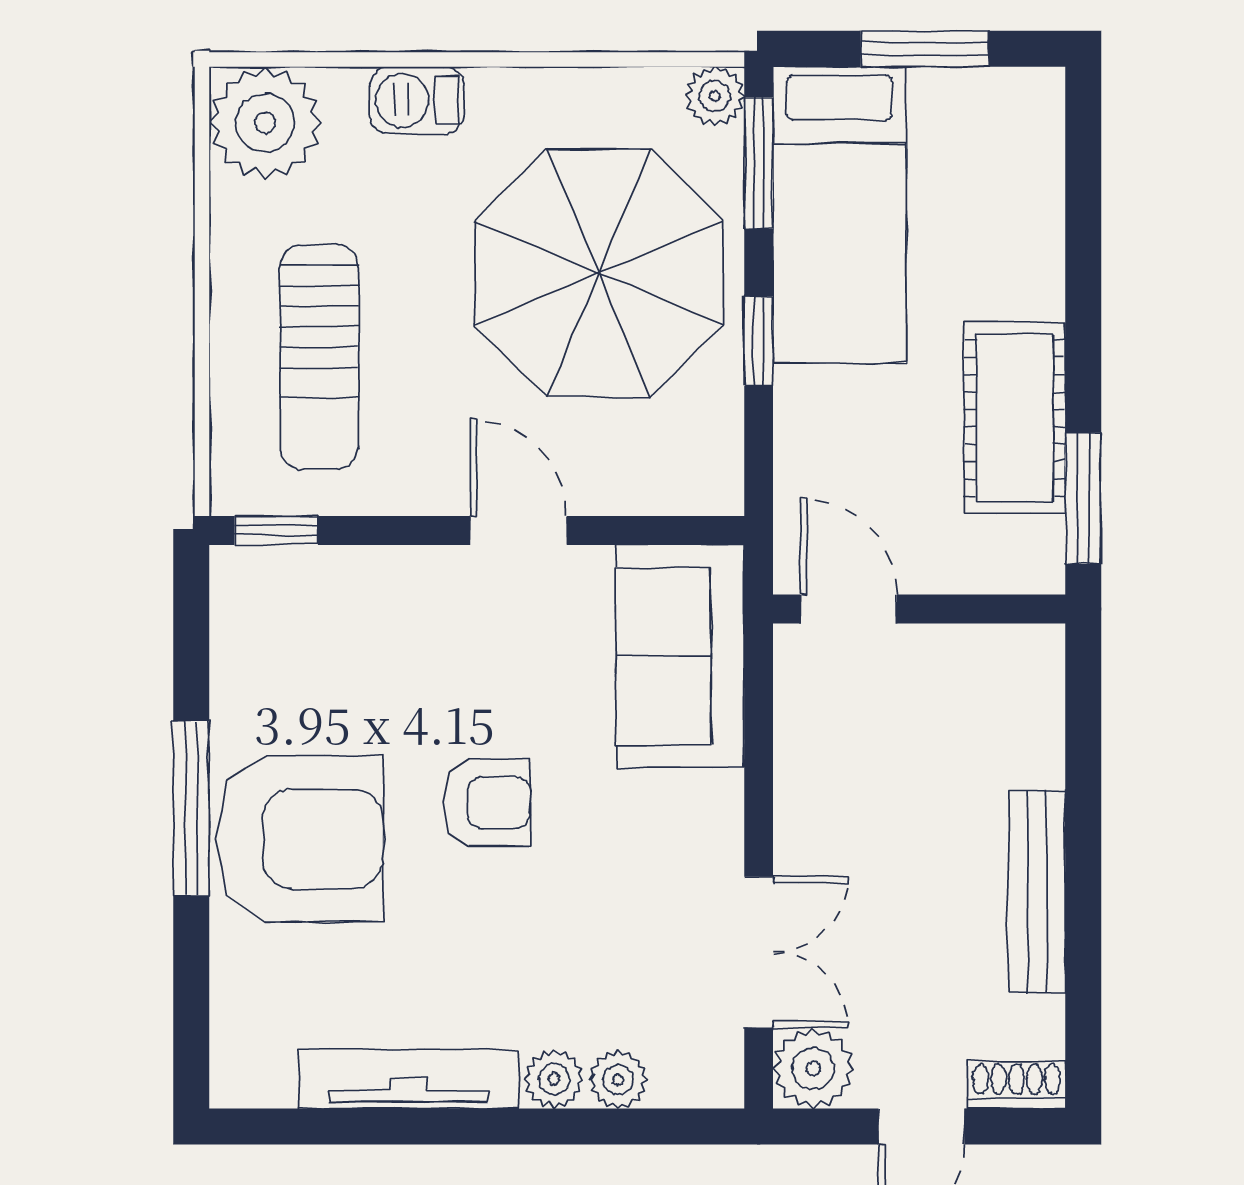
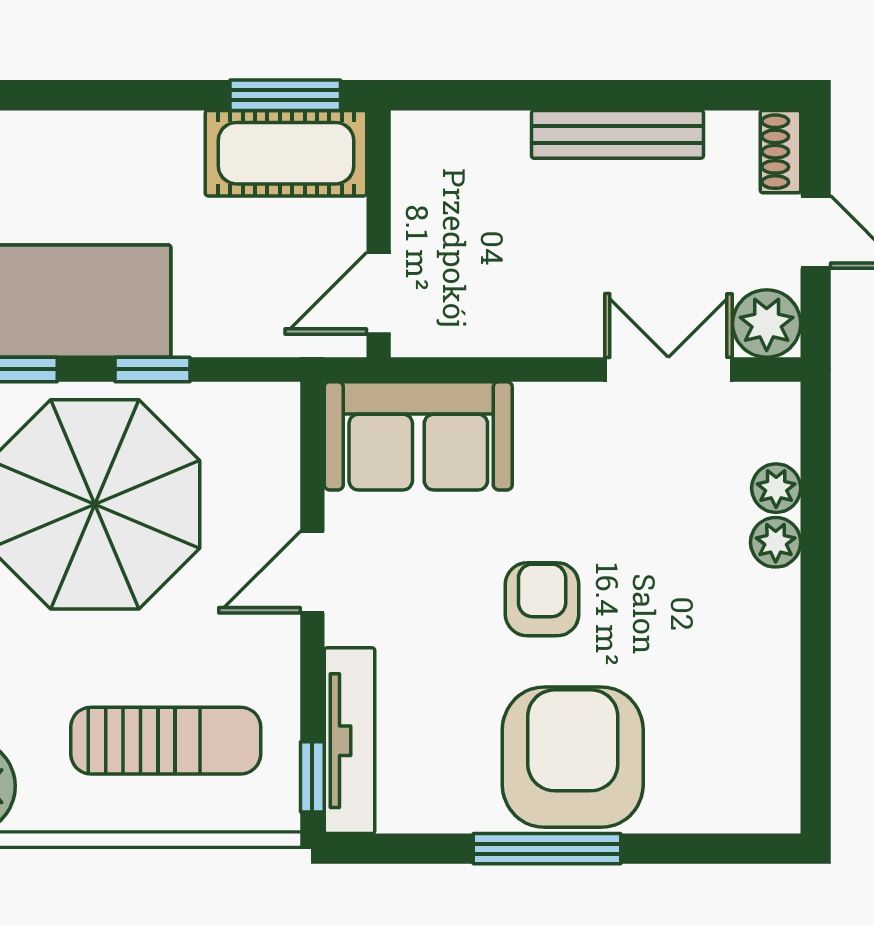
cot: (1015, 418) -> (286, 153), moved
tv unit: (409, 1079) -> (350, 741), moved, turned 180

